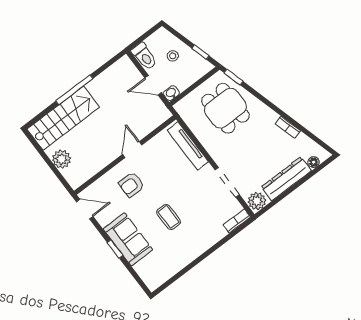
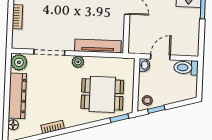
stool: (173, 56) -> (147, 100), moved
plant: (215, 152) -> (78, 62), added
bookcase: (237, 221) -> (17, 17), moved

